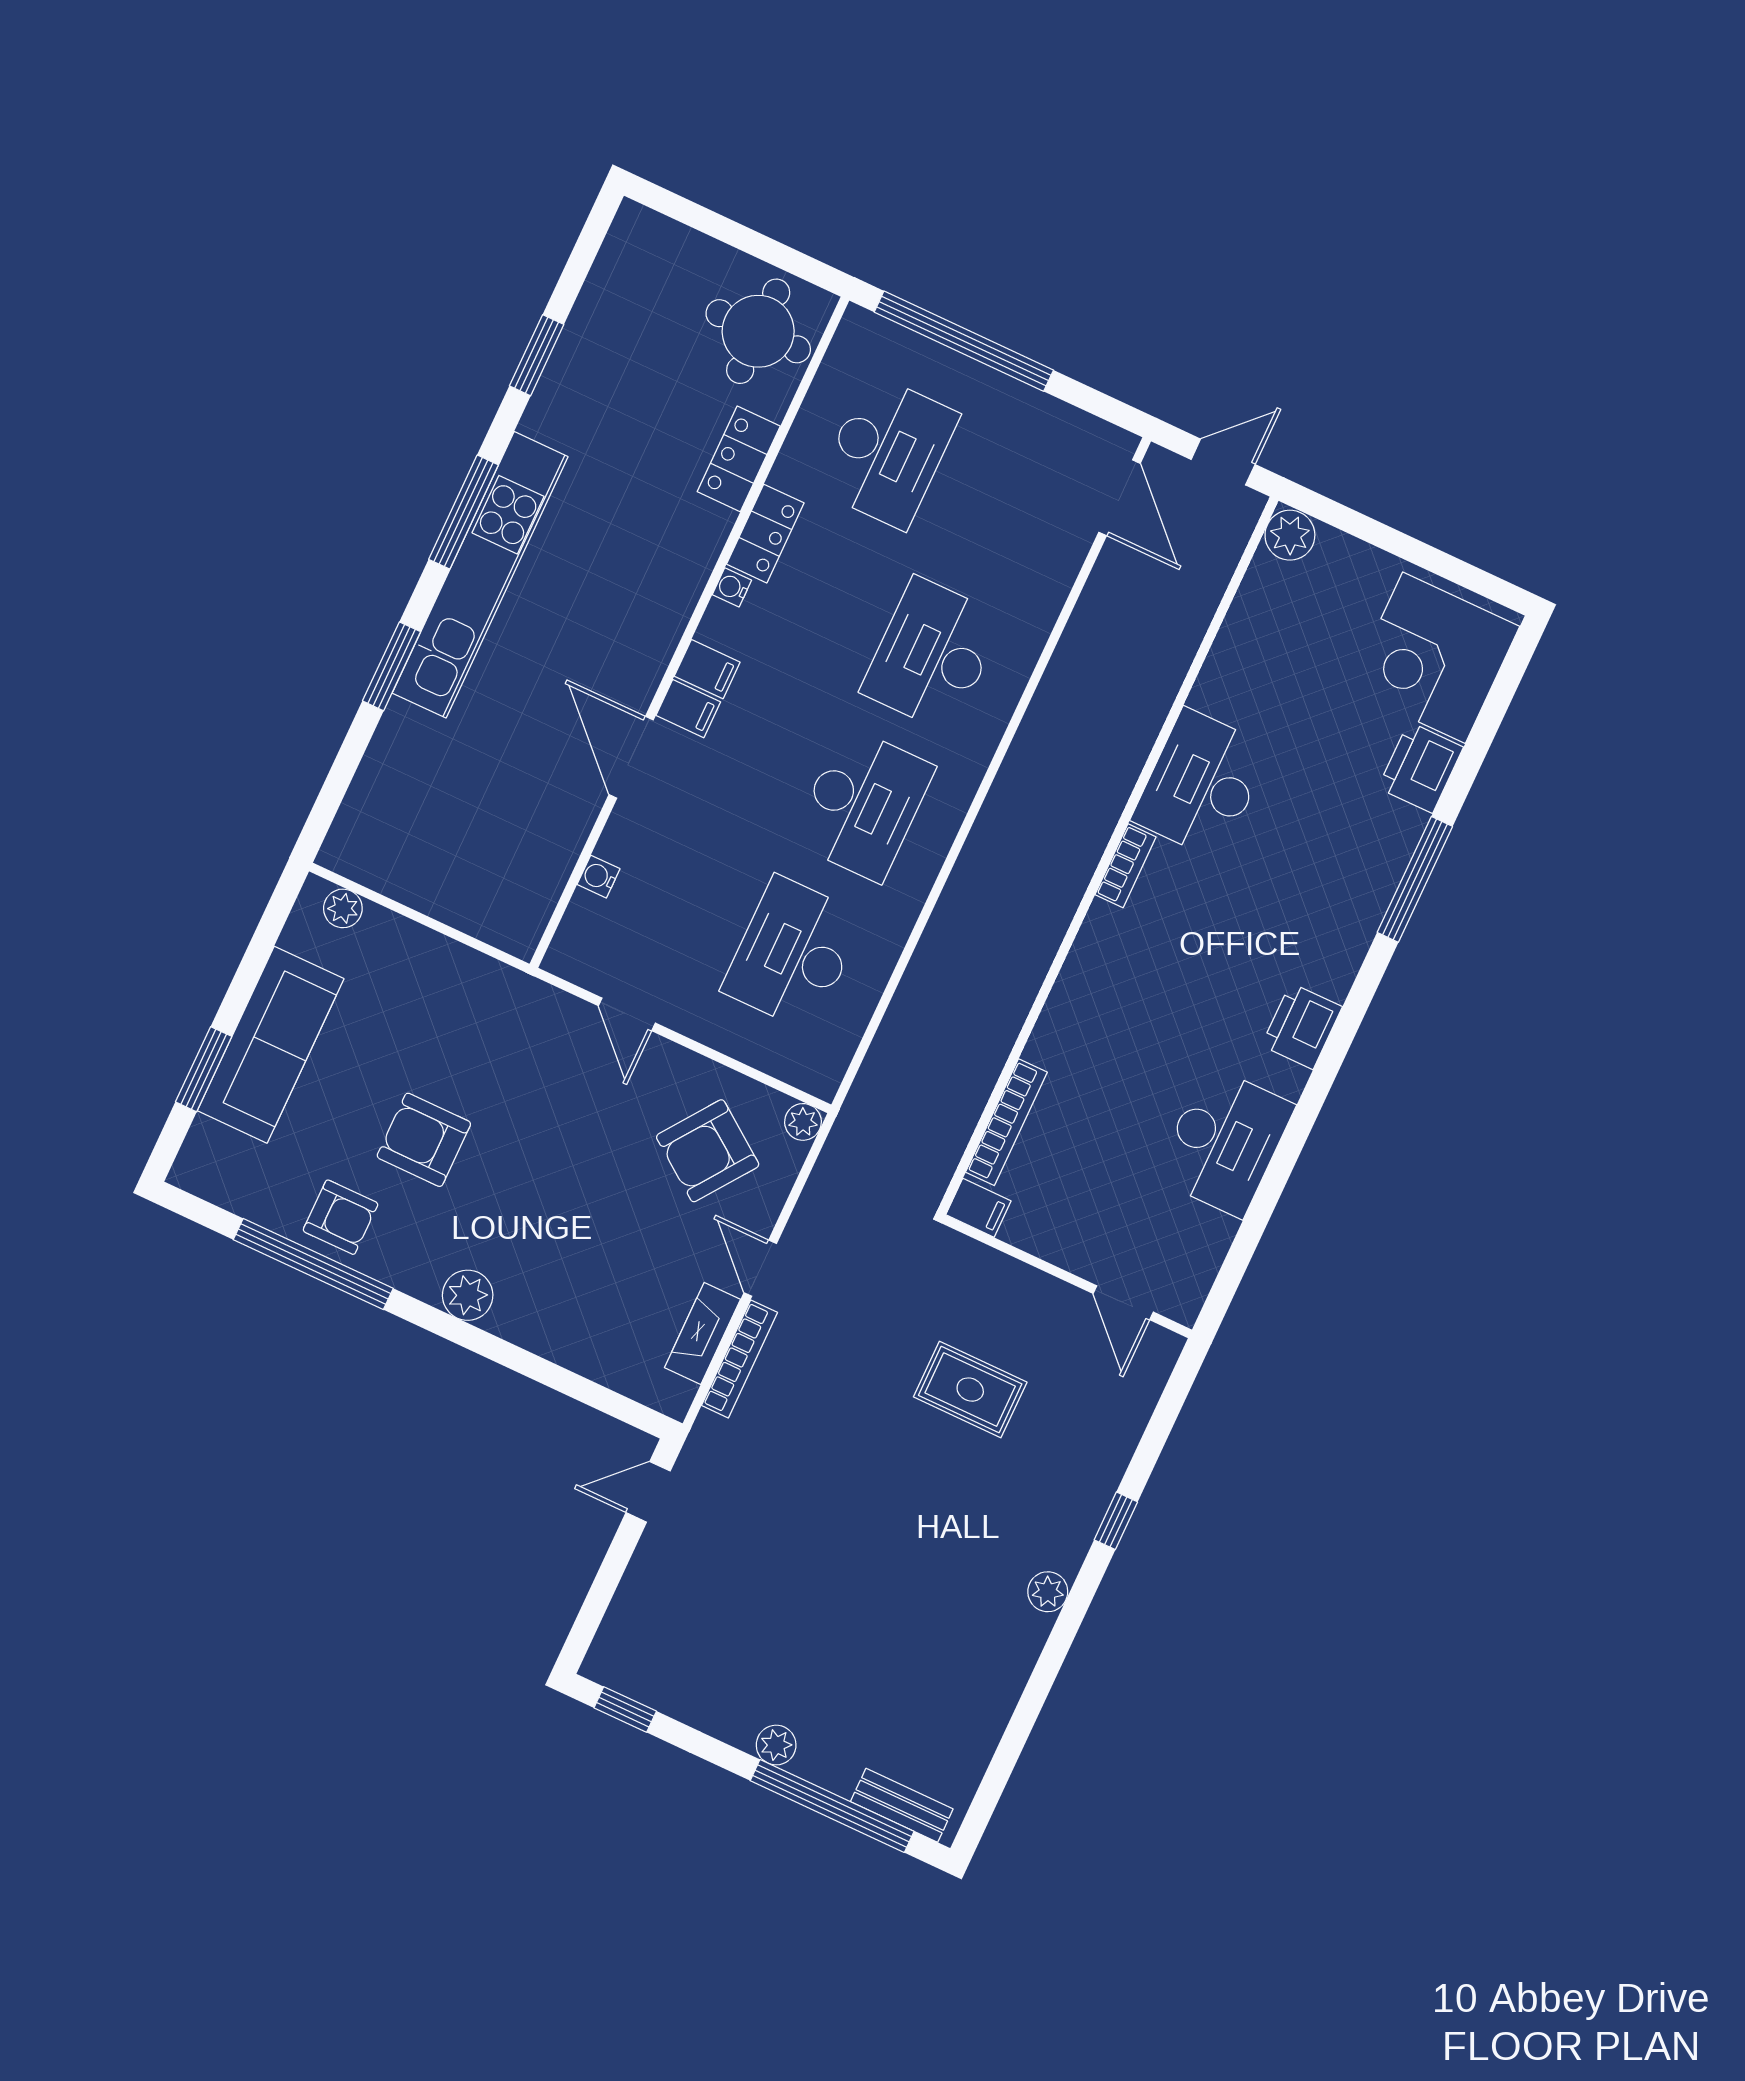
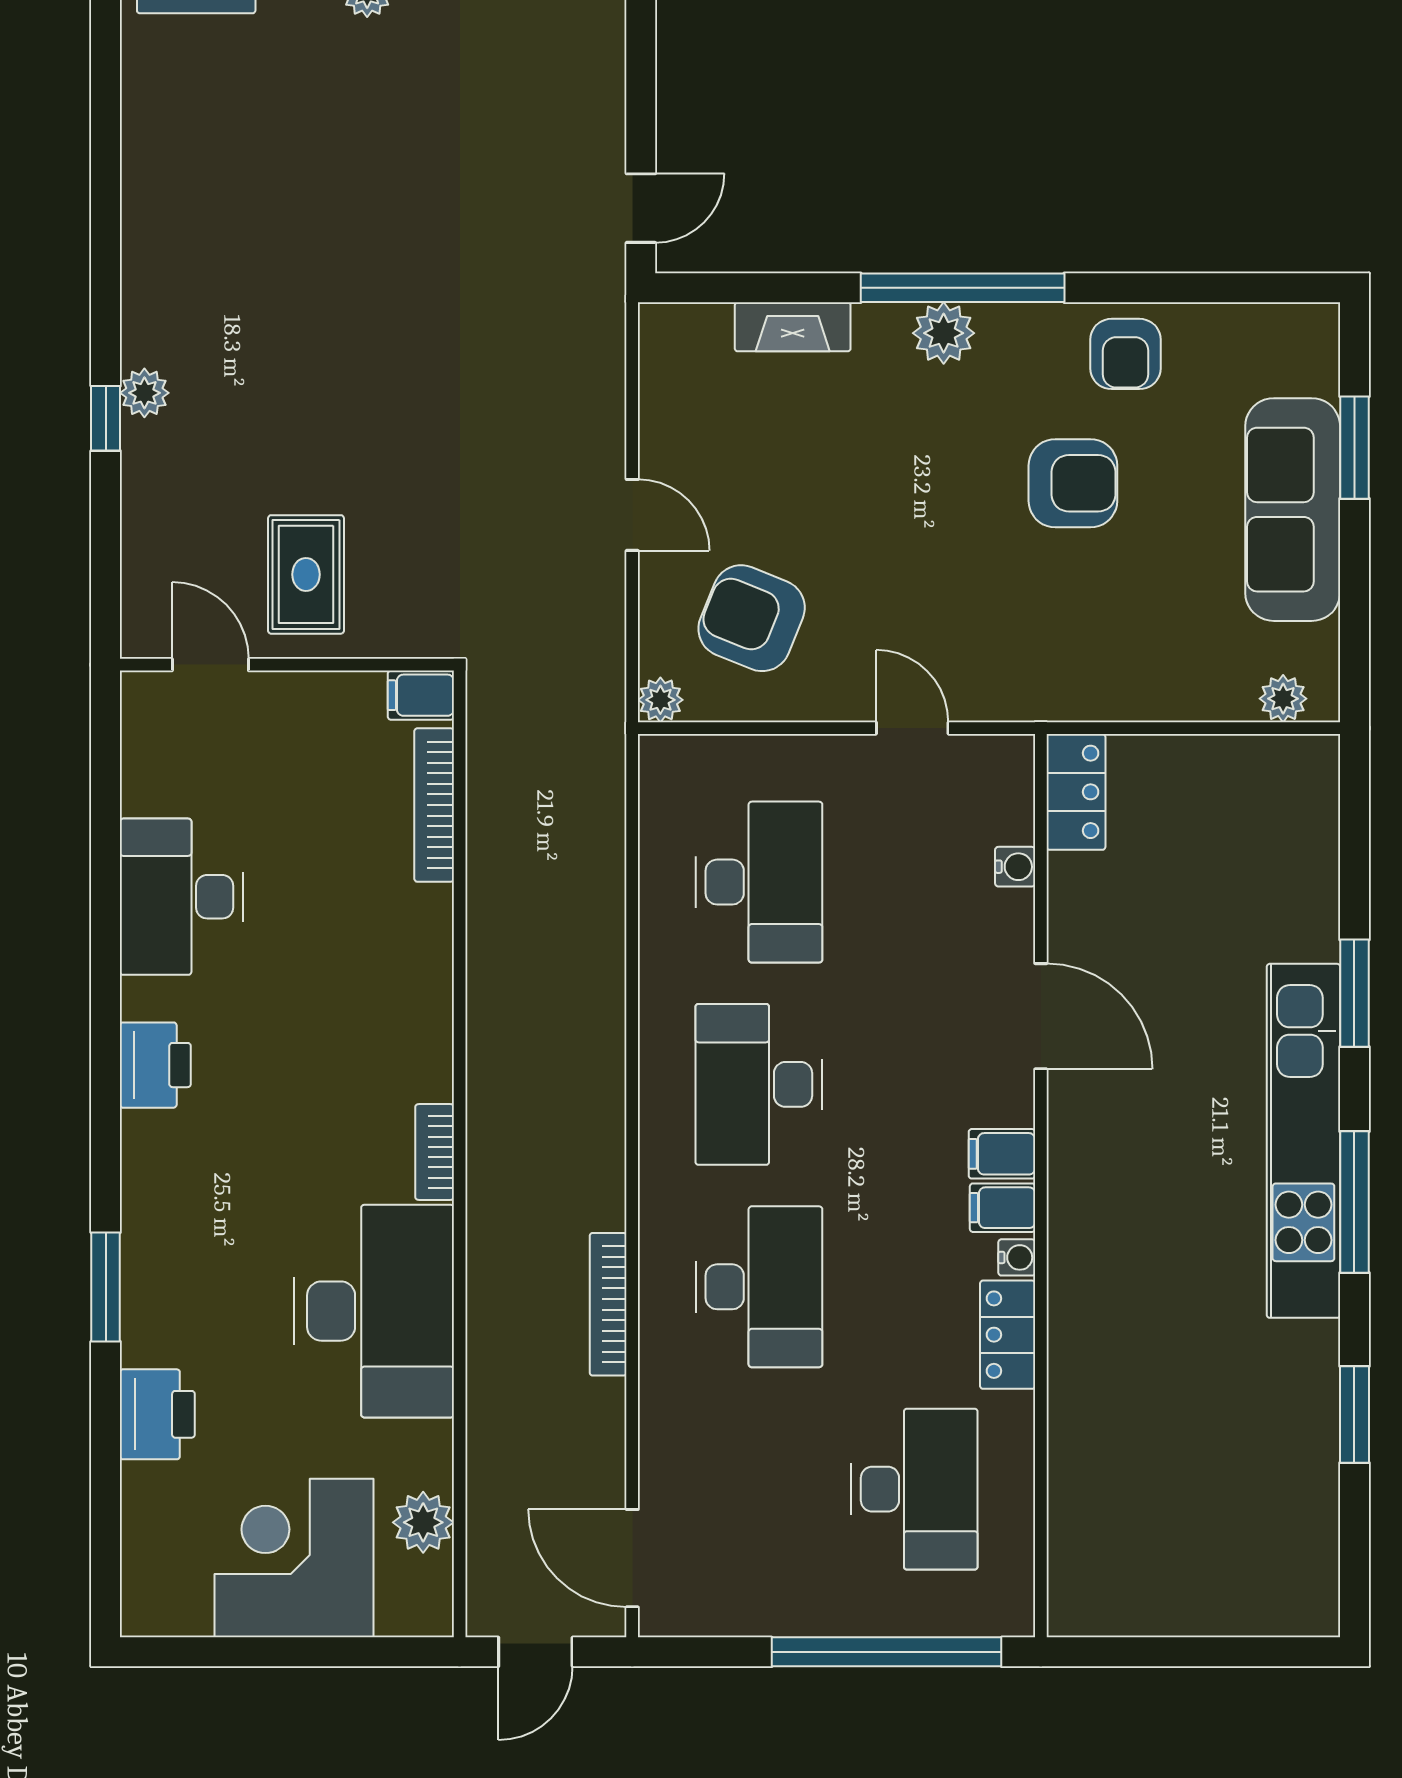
round table: (758, 331) -> (1120, 1556), removed
desk: (887, 452) -> (914, 1489), turned 180
locker: (739, 459) -> (1076, 792), moved
plant: (1290, 535) -> (423, 1522), moved
corner desk: (1434, 658) -> (294, 1558), moved, turned -90
filing cabinet: (688, 709) -> (1003, 1208), moved
desk: (1202, 784) -> (374, 1311), width x1.36, depth x1.30
window: (1415, 879) -> (106, 1287), width x0.69
armchair: (708, 1151) -> (752, 618), turned -104
armchair: (341, 1217) -> (1125, 354), turned -90
window: (313, 1264) -> (963, 288), moved
fireplace: (702, 1333) -> (793, 327), moved, turned 90
bookcase: (739, 1359) -> (608, 1304), moved
rug: (970, 1390) -> (306, 574), moved, turned 90
plant: (1048, 1592) -> (144, 393), moved

